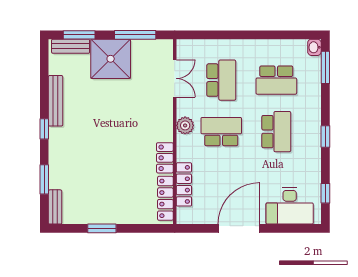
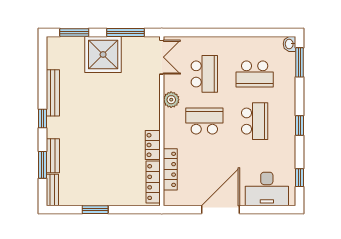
bench: (71, 46) -> (53, 156), moved, turned 90
double door: (175, 78) -> (162, 57), moved
plant: (185, 125) -> (171, 100), moved

